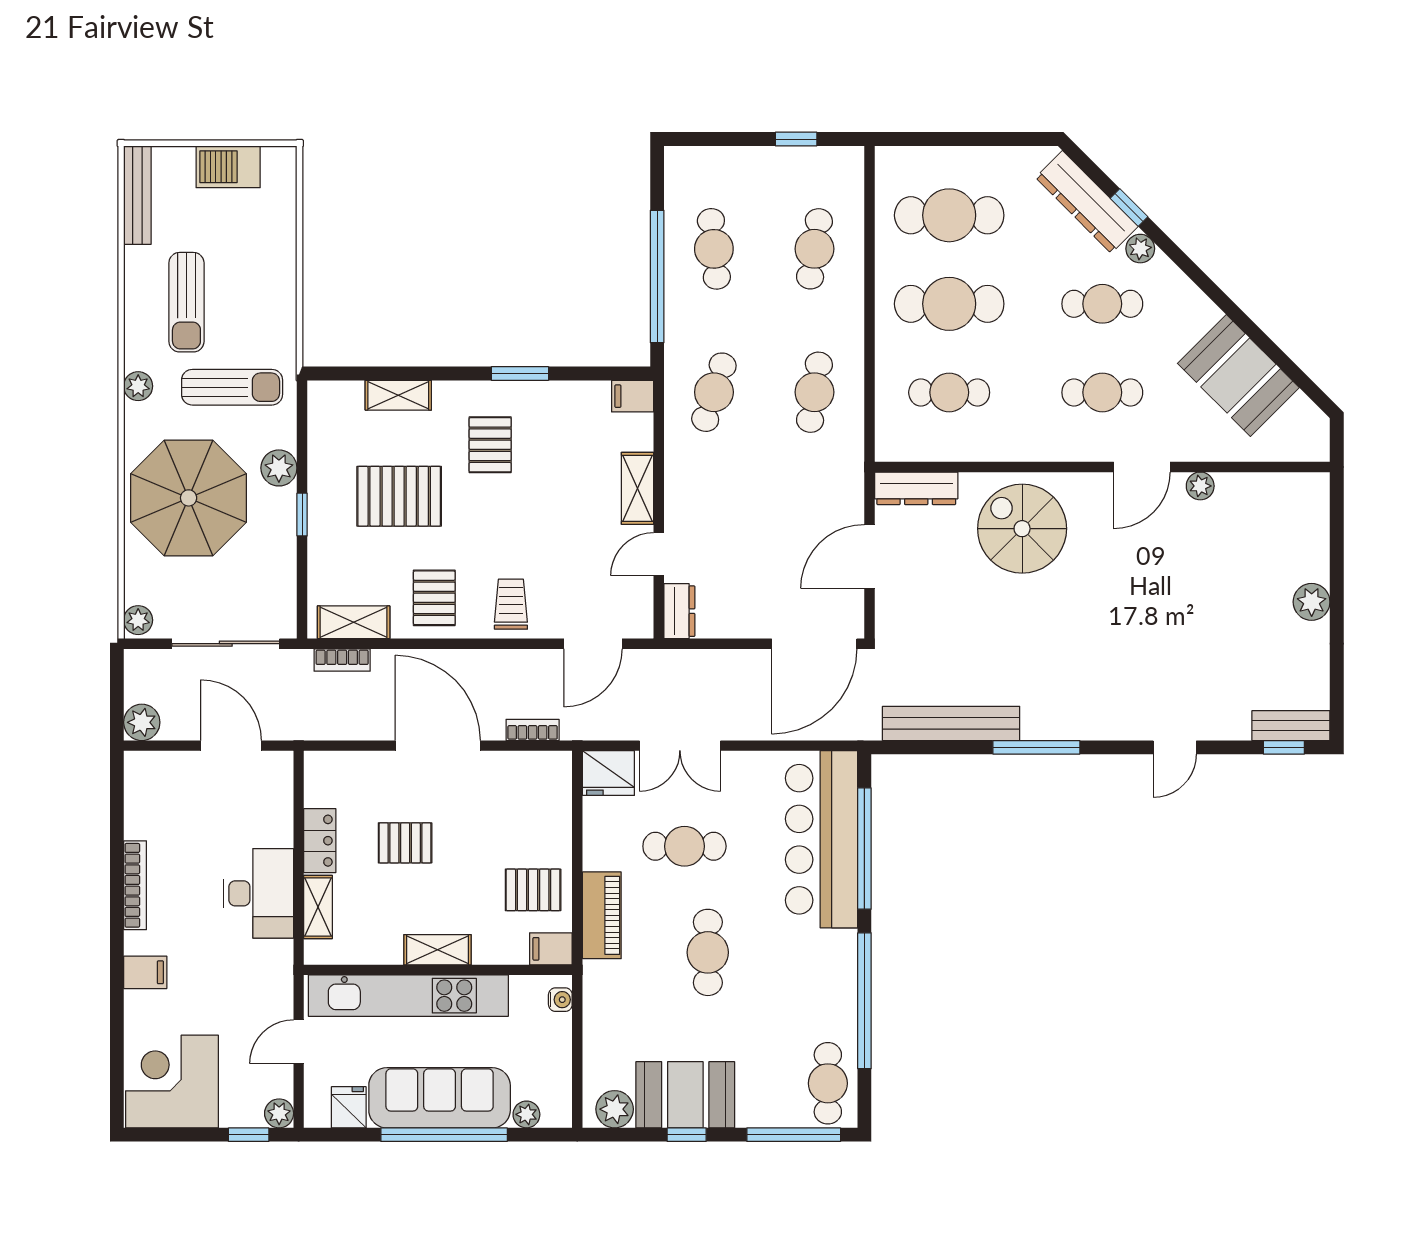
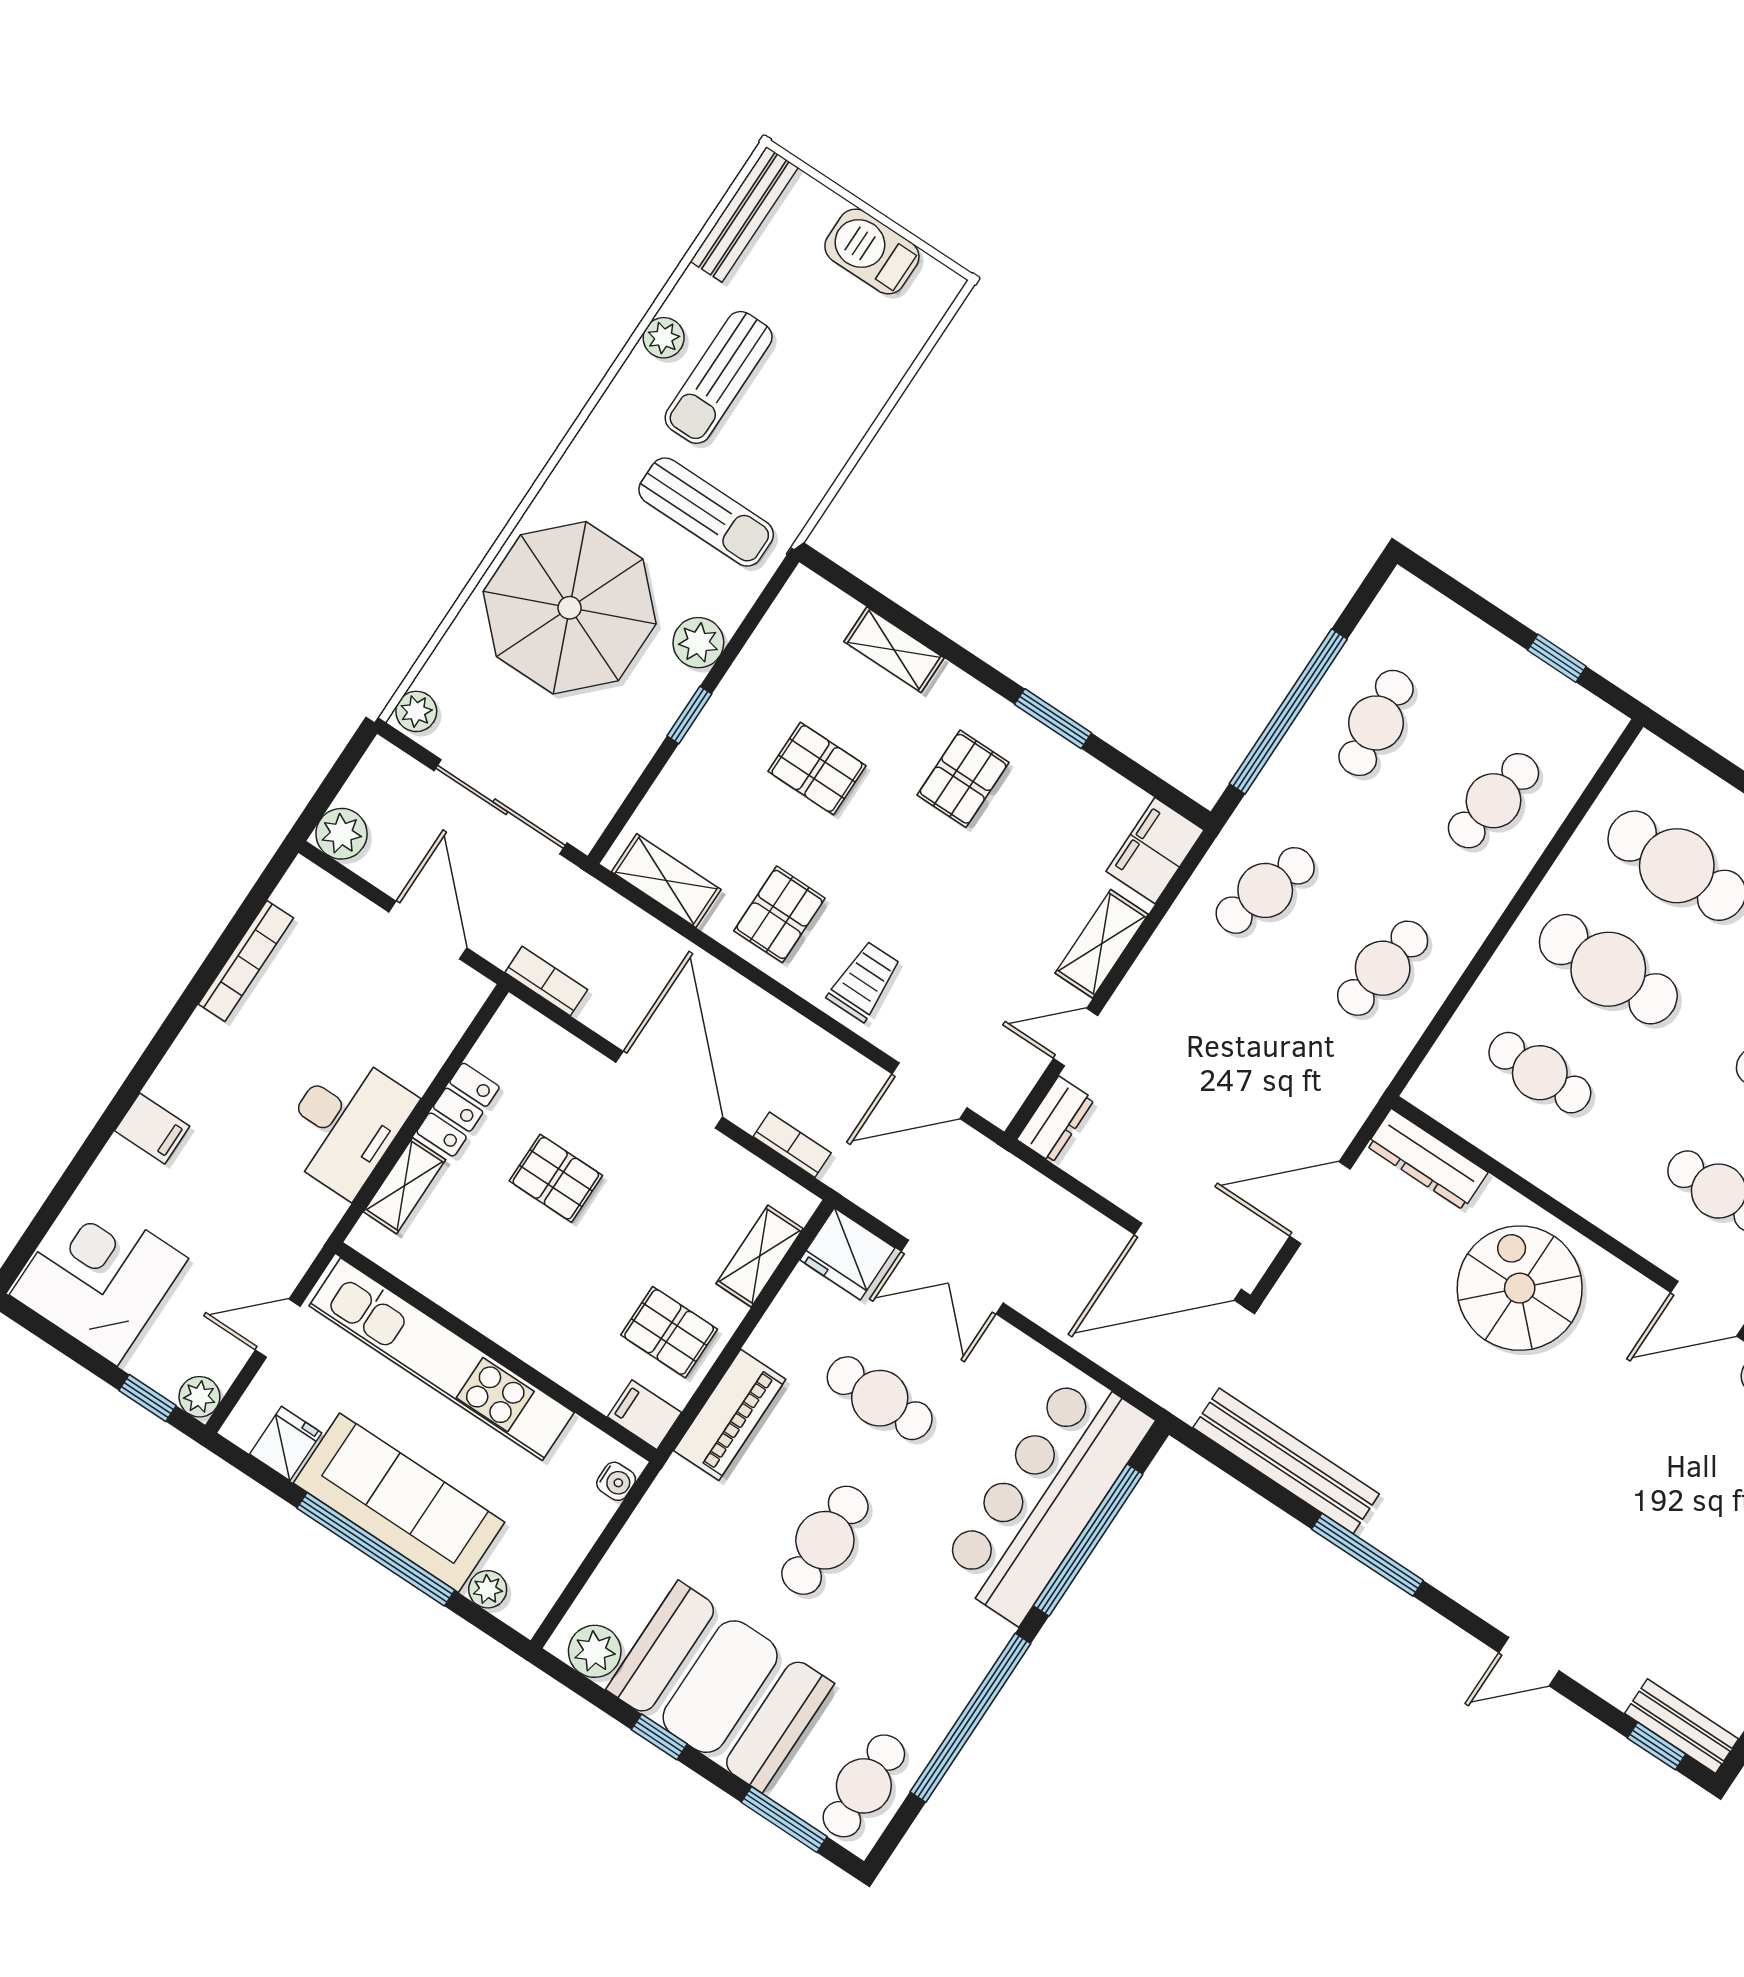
plant: (138, 386) -> (664, 338), moved
filing cabinet: (633, 396) -> (1155, 851), width x2.00
pallet: (399, 496) -> (817, 769), width x0.67, depth x0.71
bookcase: (342, 660) -> (546, 981), moved, turned 180
bookcase: (135, 885) -> (246, 961), moved
shelving: (438, 950) -> (760, 1256), moved, turned 90
booth: (685, 1095) -> (720, 1687), width x1.36, depth x1.42
window: (794, 1135) -> (784, 1820), width x0.69

